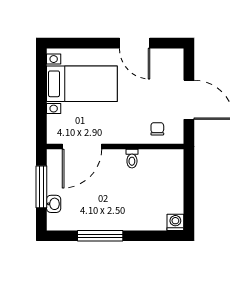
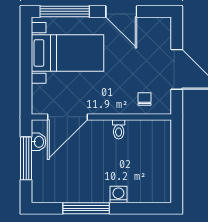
window: (79, 43) -> (65, 11), added
washbasin: (54, 204) -> (39, 142), moved
washing machine: (175, 222) -> (118, 195), moved

